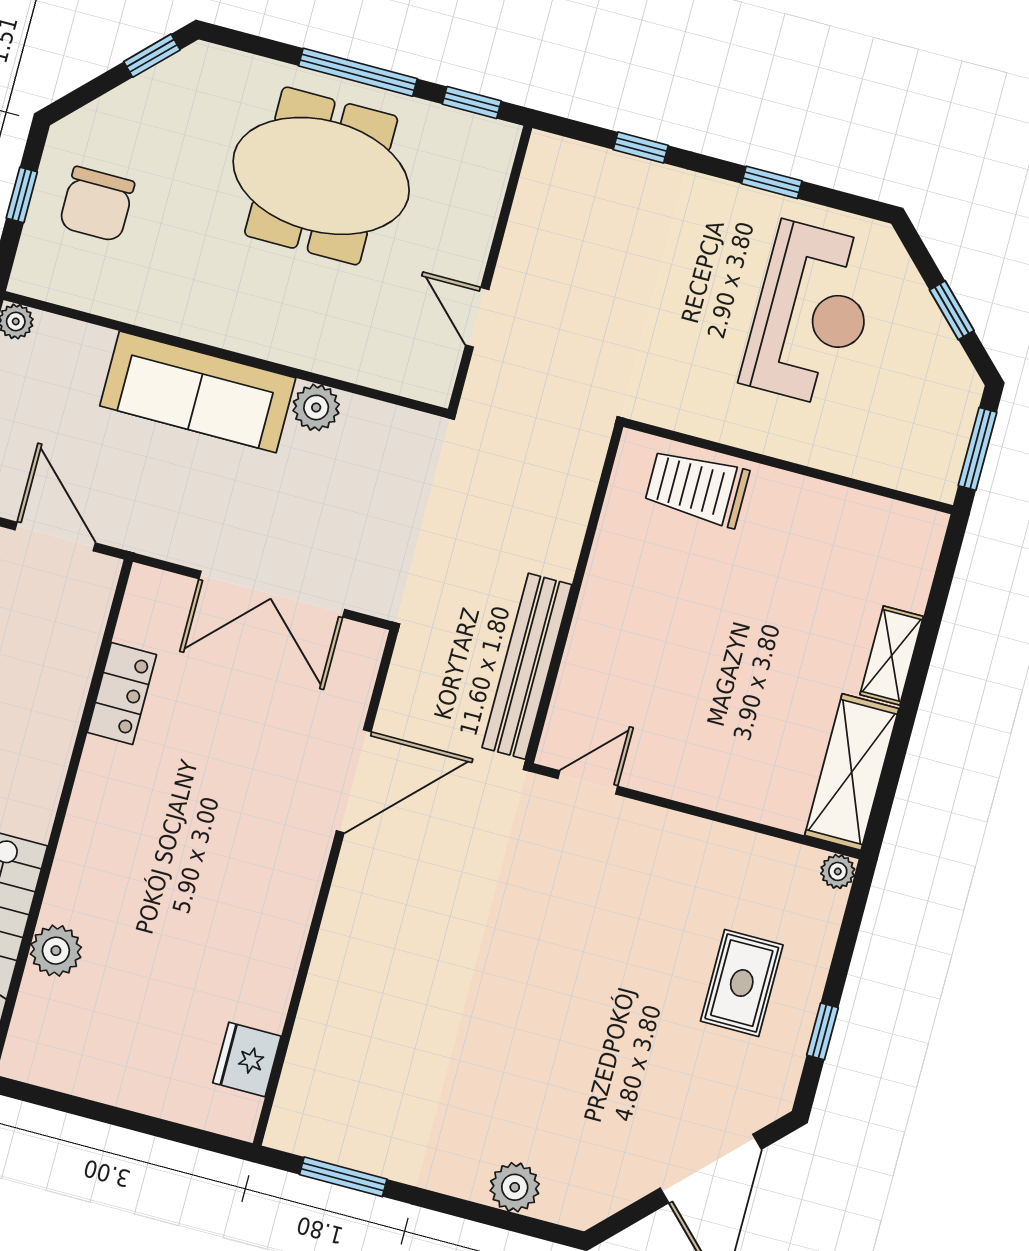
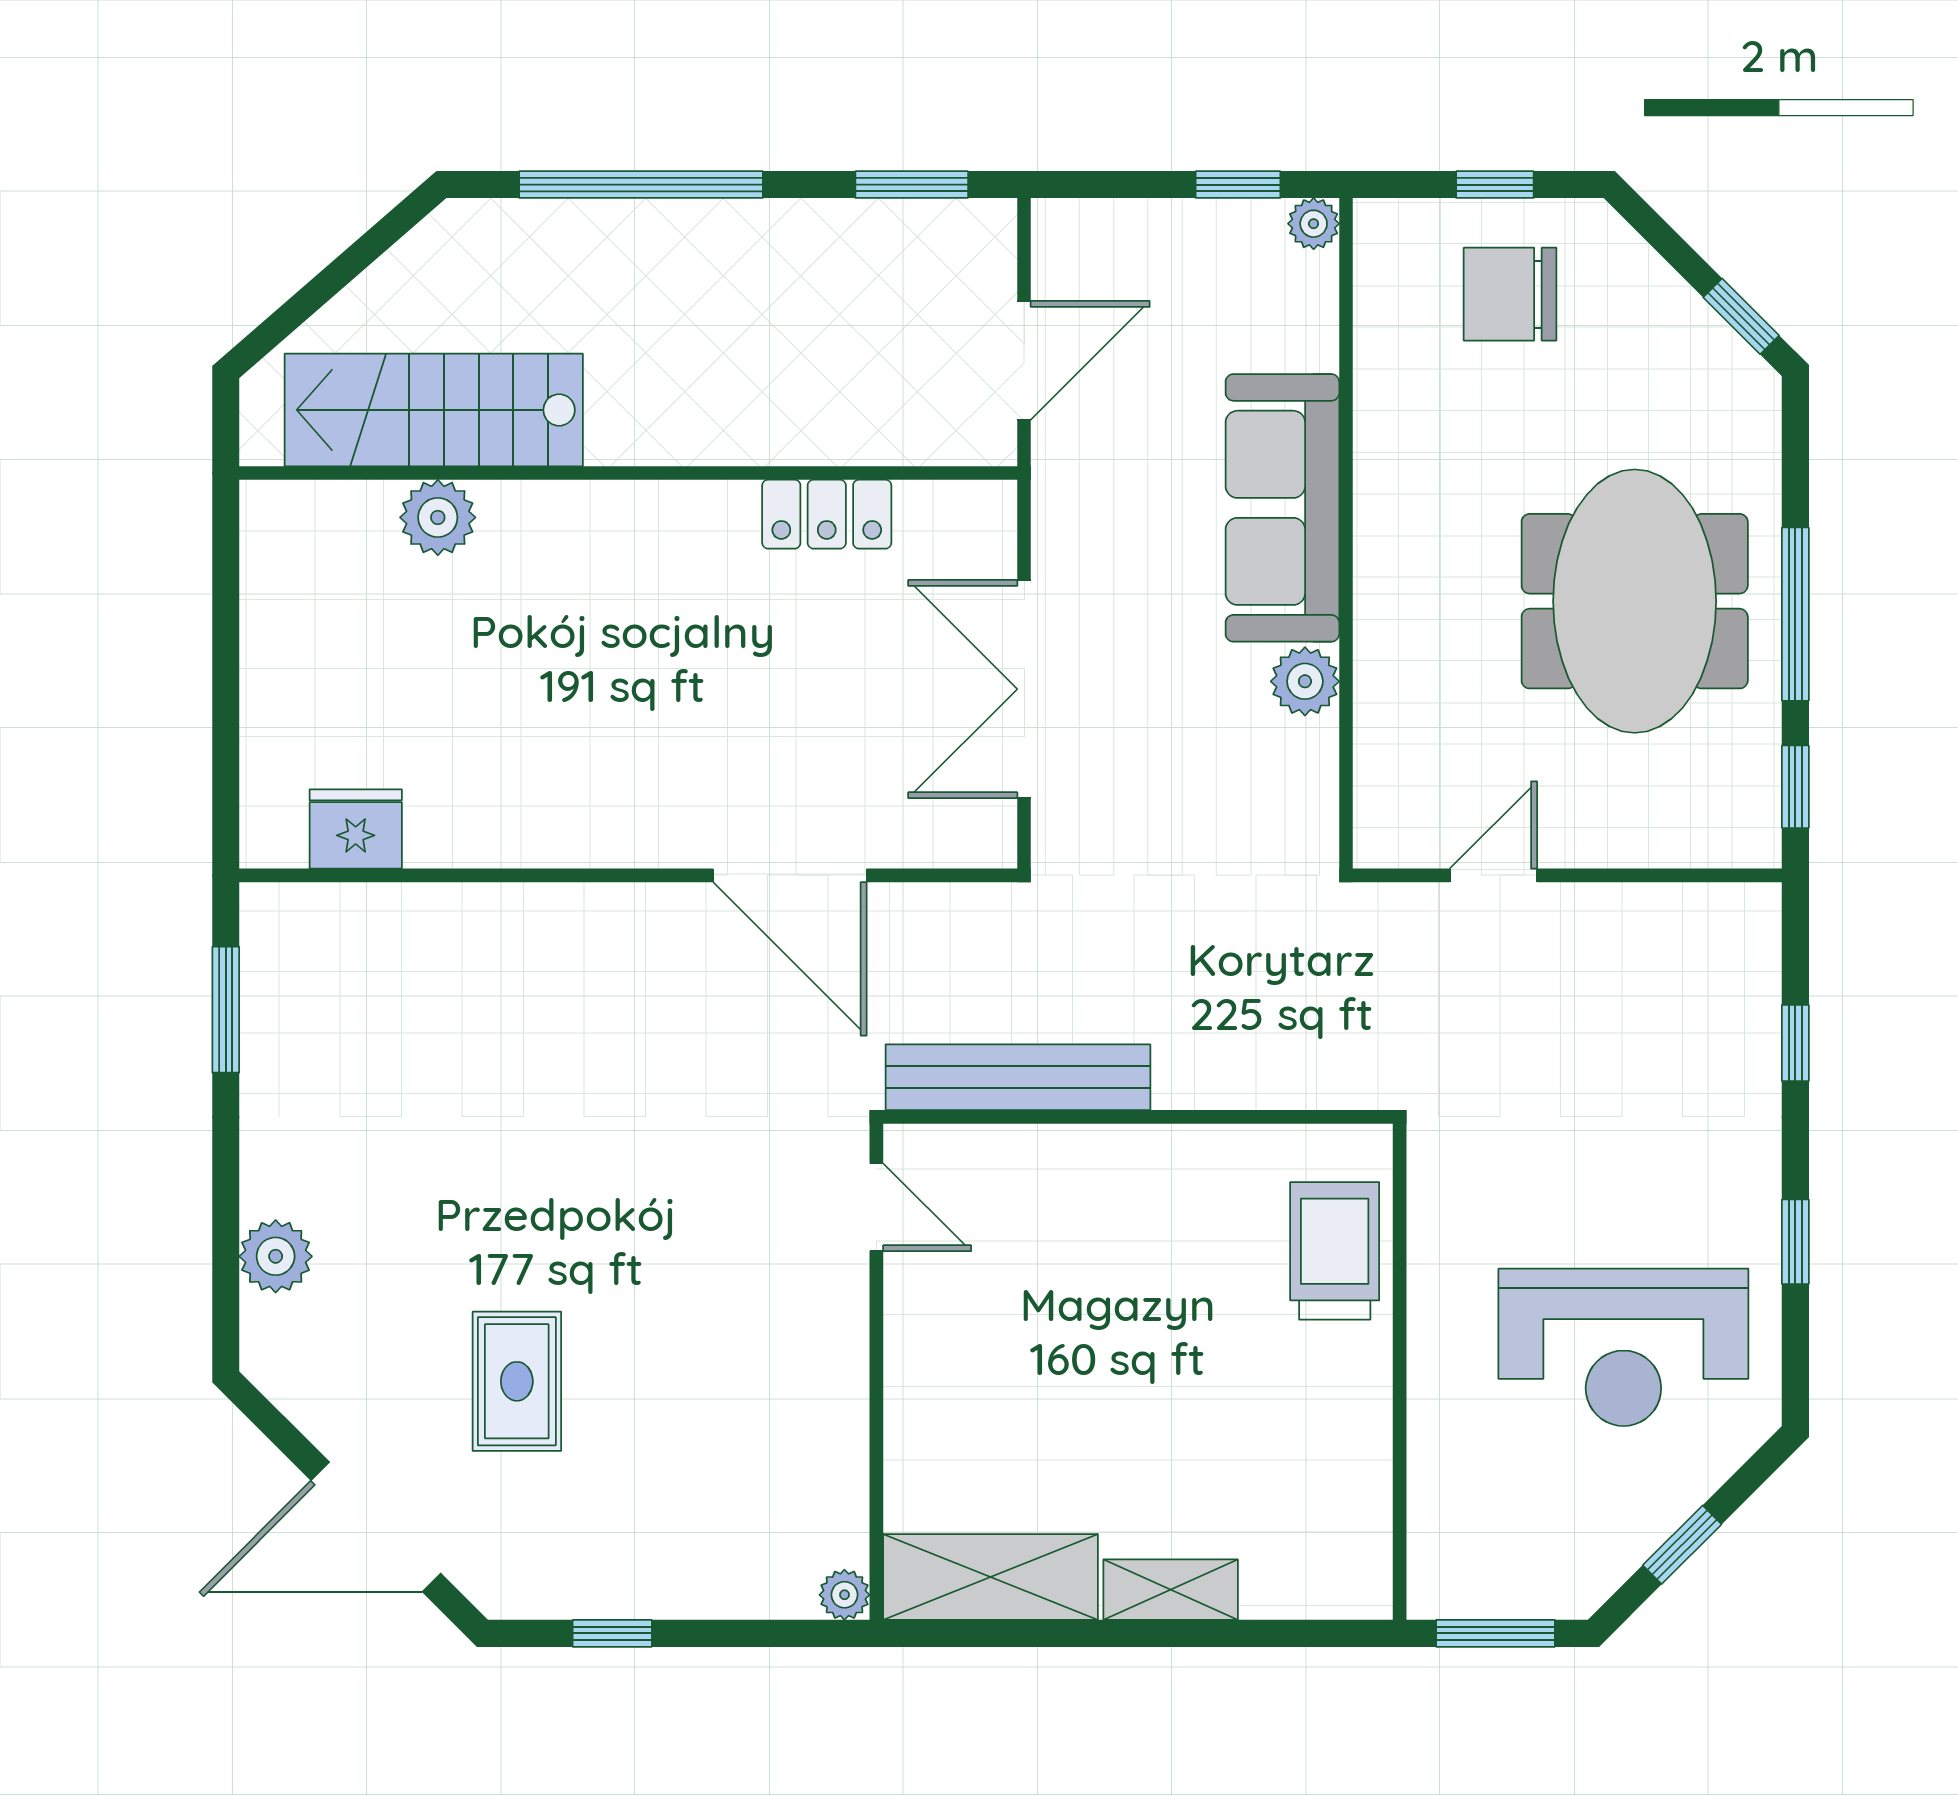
rug: (742, 983) -> (517, 1381), moved, turned 90

